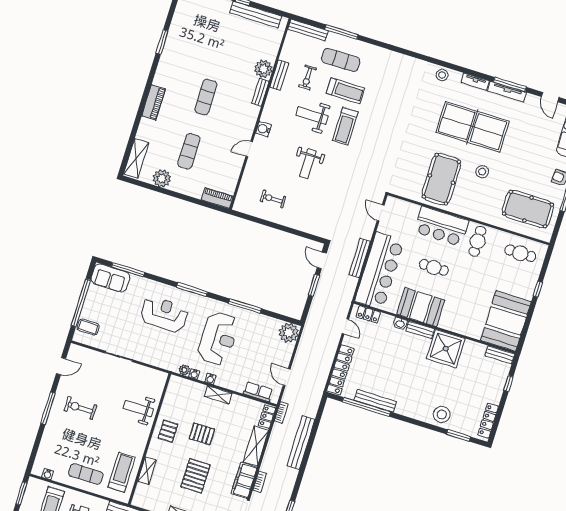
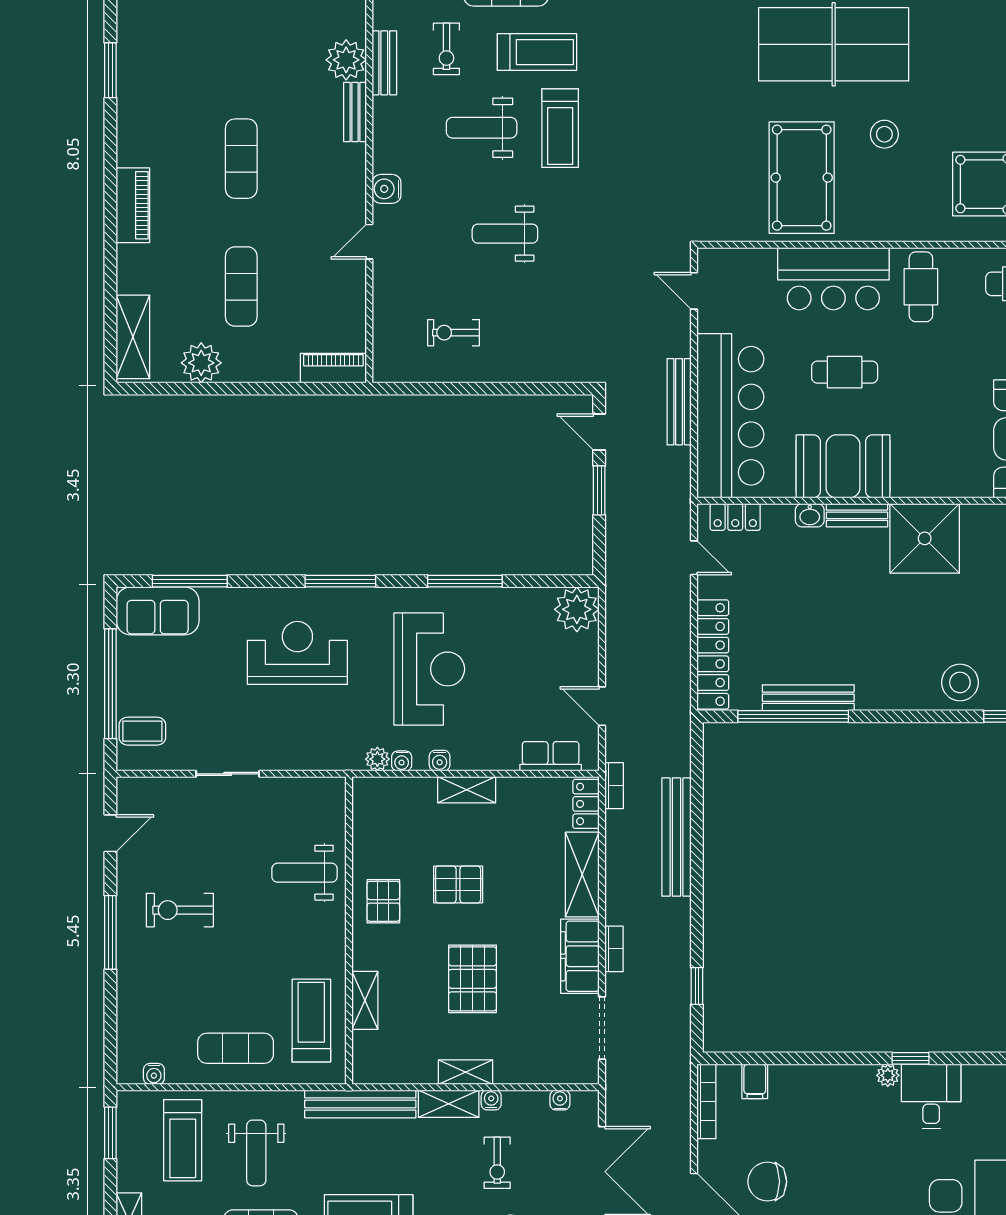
weight bench: (308, 164) -> (505, 234), turned 90

